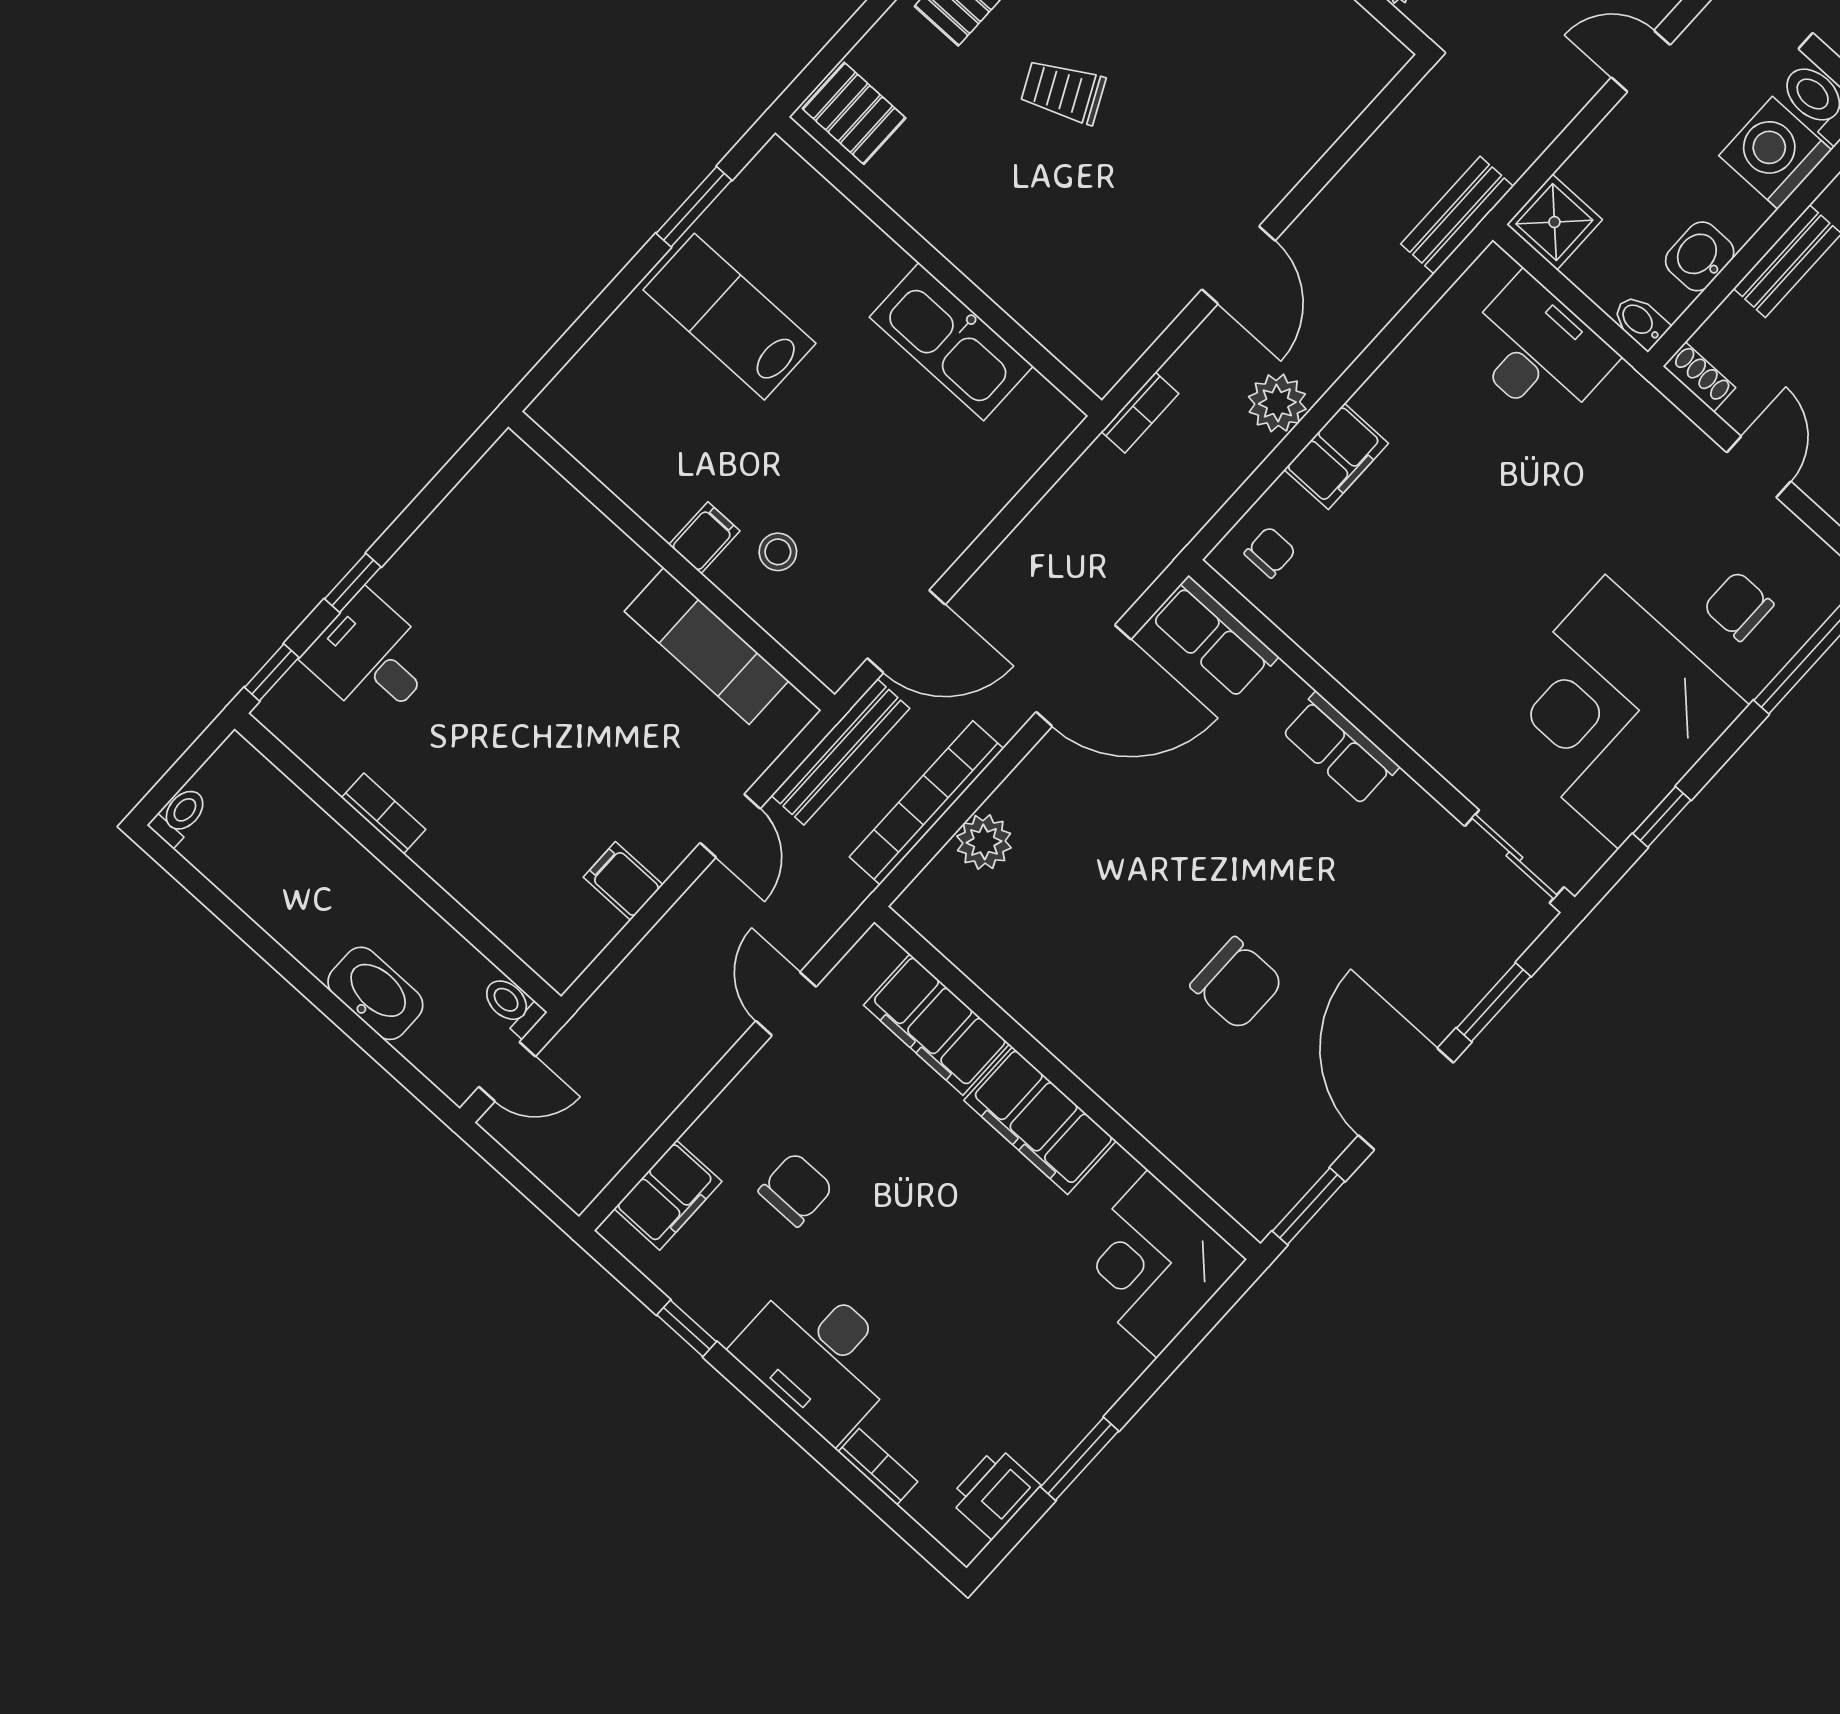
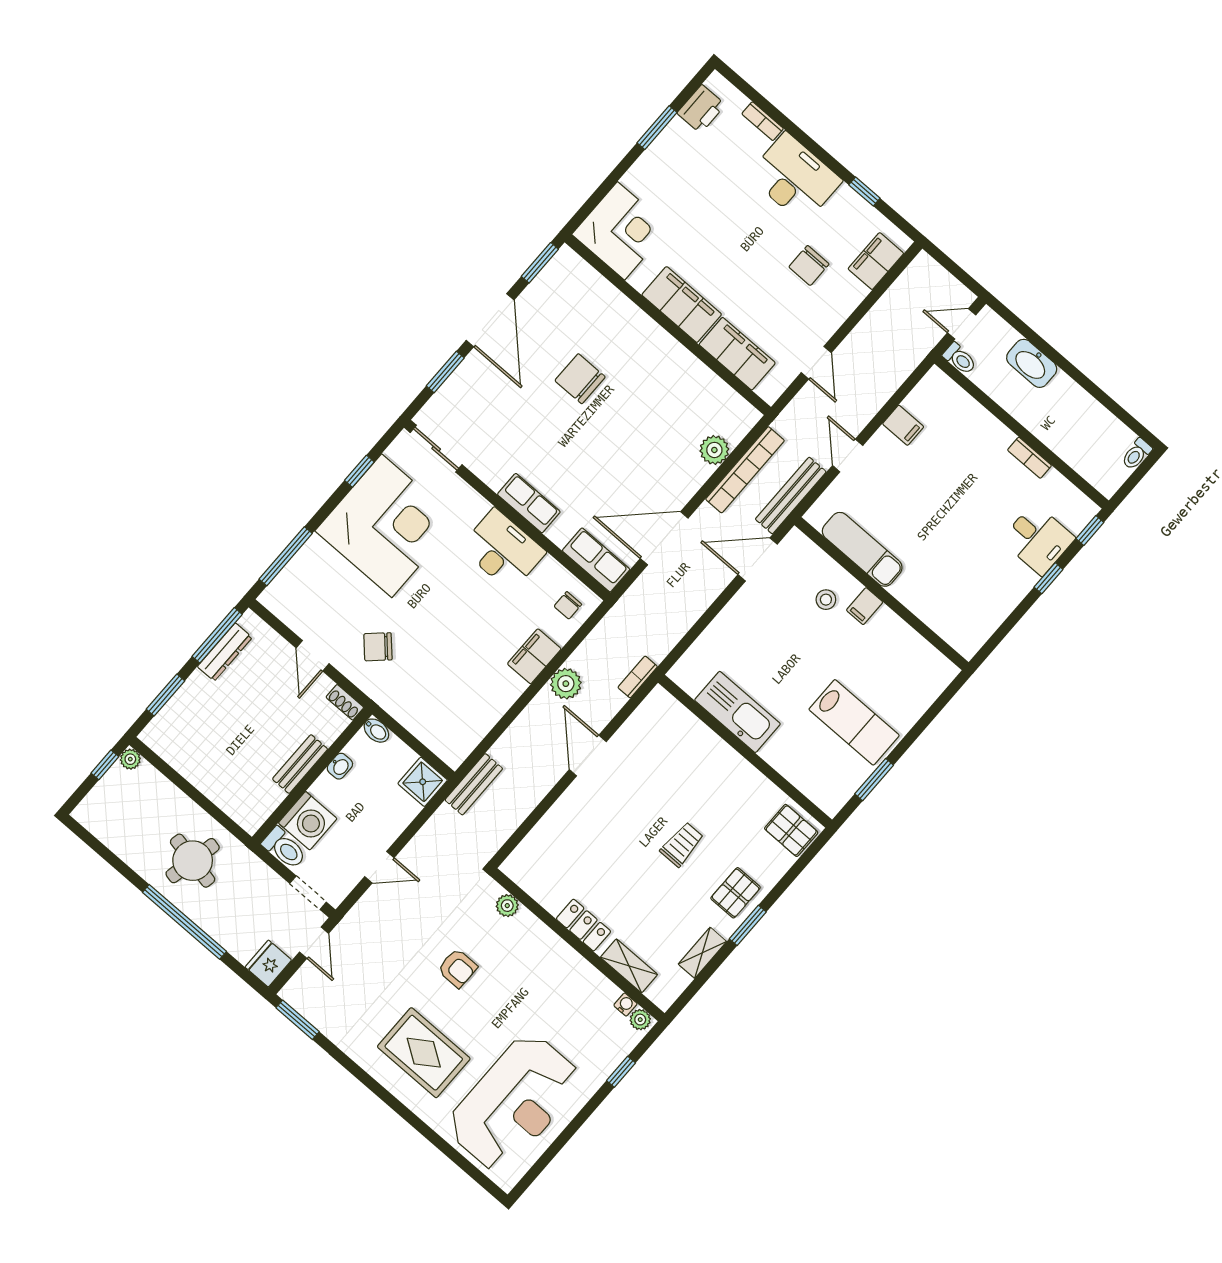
trolley: (1063, 91) -> (682, 844), turned -64
washbasin: (1700, 256) -> (340, 766), width x0.72, depth x0.69
desk: (1538, 351) -> (503, 550), moved, turned 180
chair: (1738, 606) -> (378, 647), moved, turned 137

